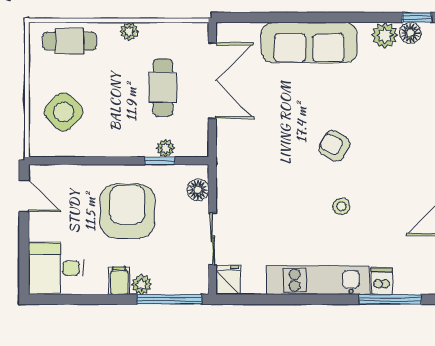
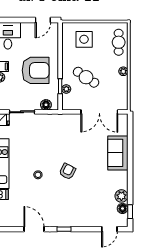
sofa: (309, 43) -> (118, 153), width x0.73
cafe table: (163, 87) -> (86, 77), moved, turned 34
side table: (64, 112) -> (84, 39), turned 45

